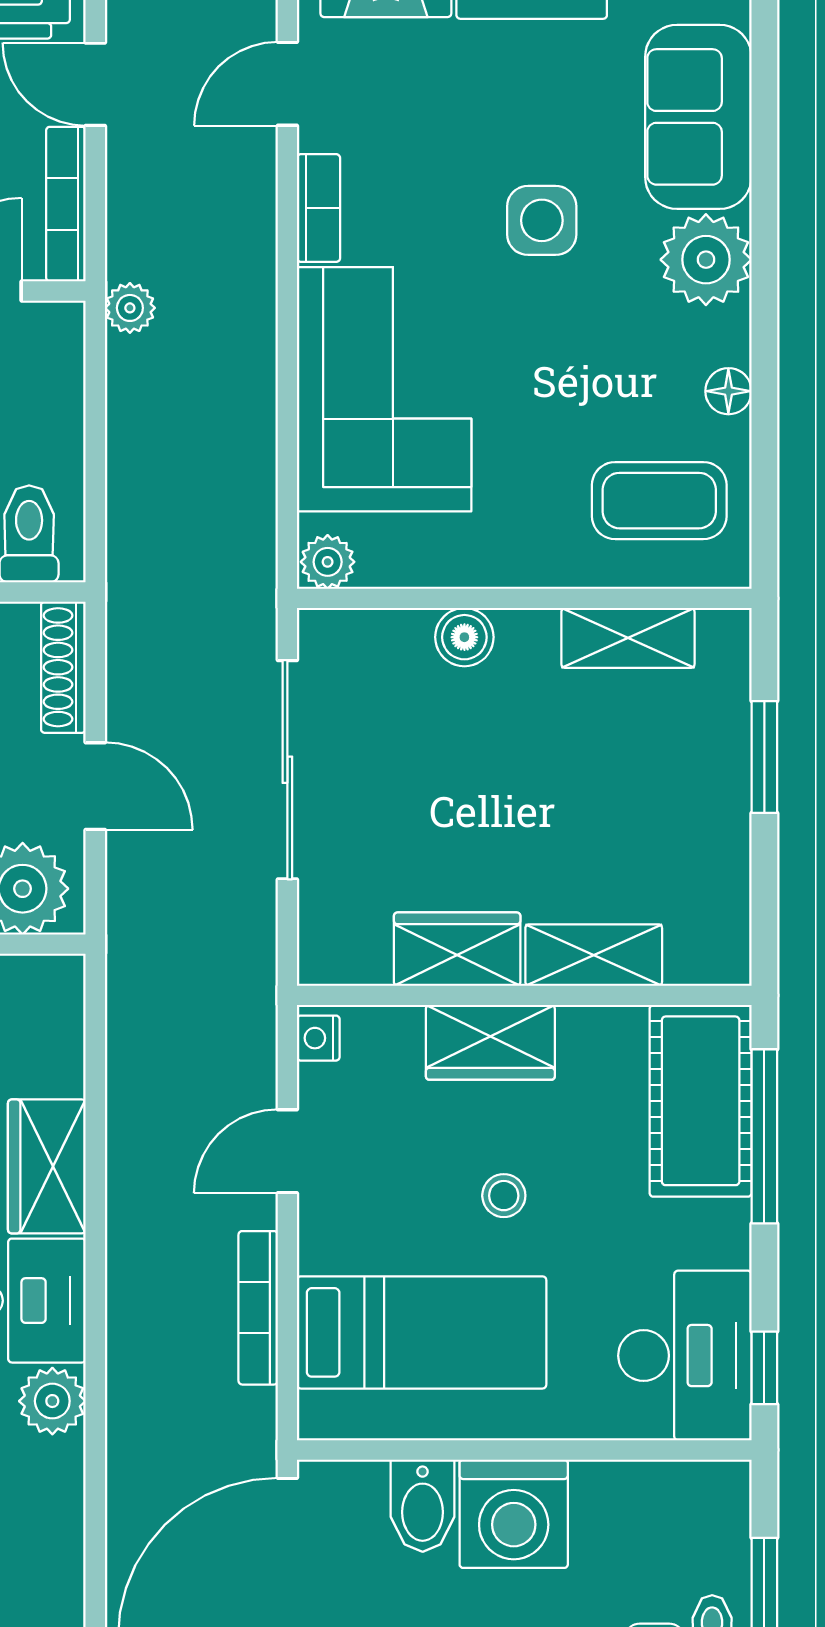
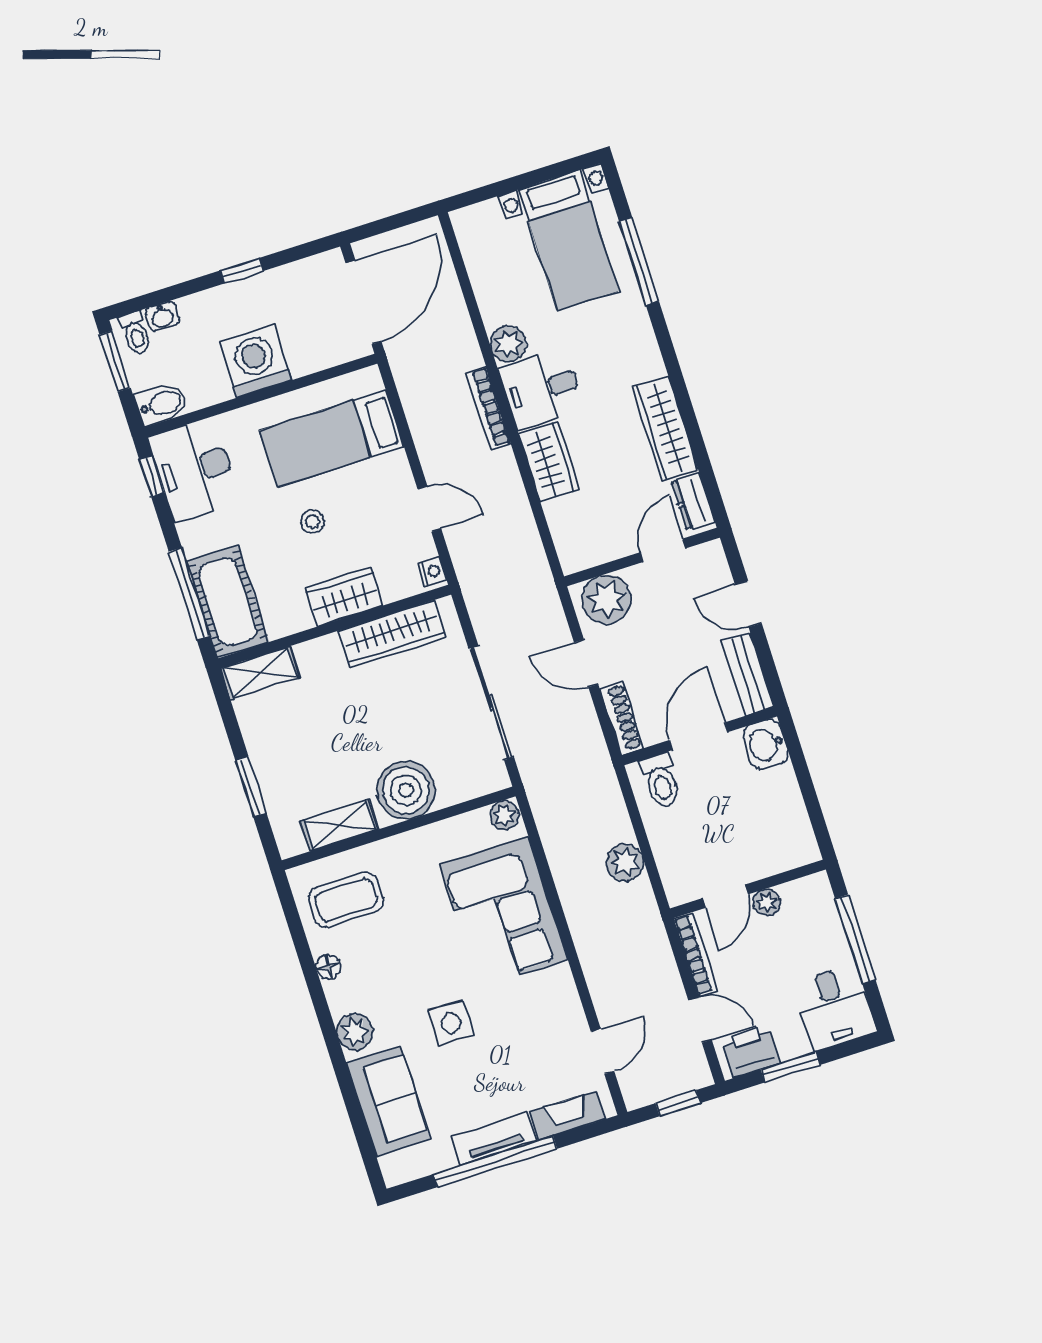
bookcase: (319, 208) -> (567, 993), removed
plant: (706, 260) -> (355, 1032), width x0.73, depth x0.73
plant: (130, 308) -> (625, 862), moved, width x1.38, depth x1.38
boiler: (464, 637) -> (406, 790), width x1.86, depth x1.86
wardrobe: (457, 949) -> (392, 634), width x1.50
shelving: (594, 955) -> (260, 673), moved
door: (287, 1151) -> (429, 509), hinge flipped
bookcase: (258, 1308) -> (488, 408), moved, turned 180
bidet: (423, 1506) -> (162, 404), moved, turned 90

